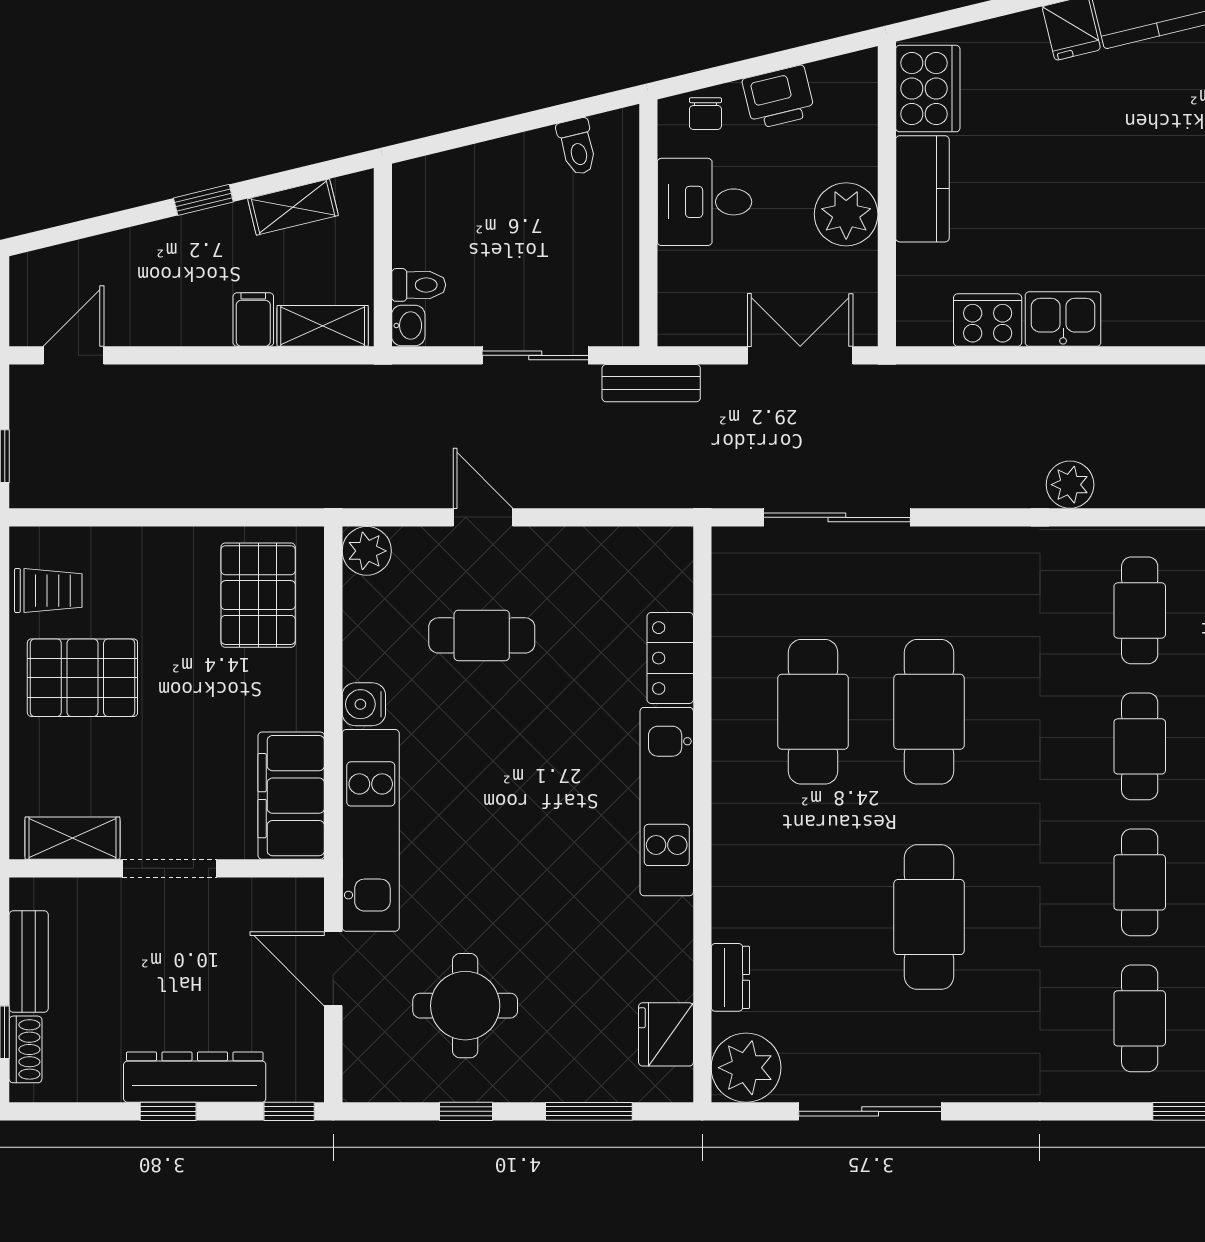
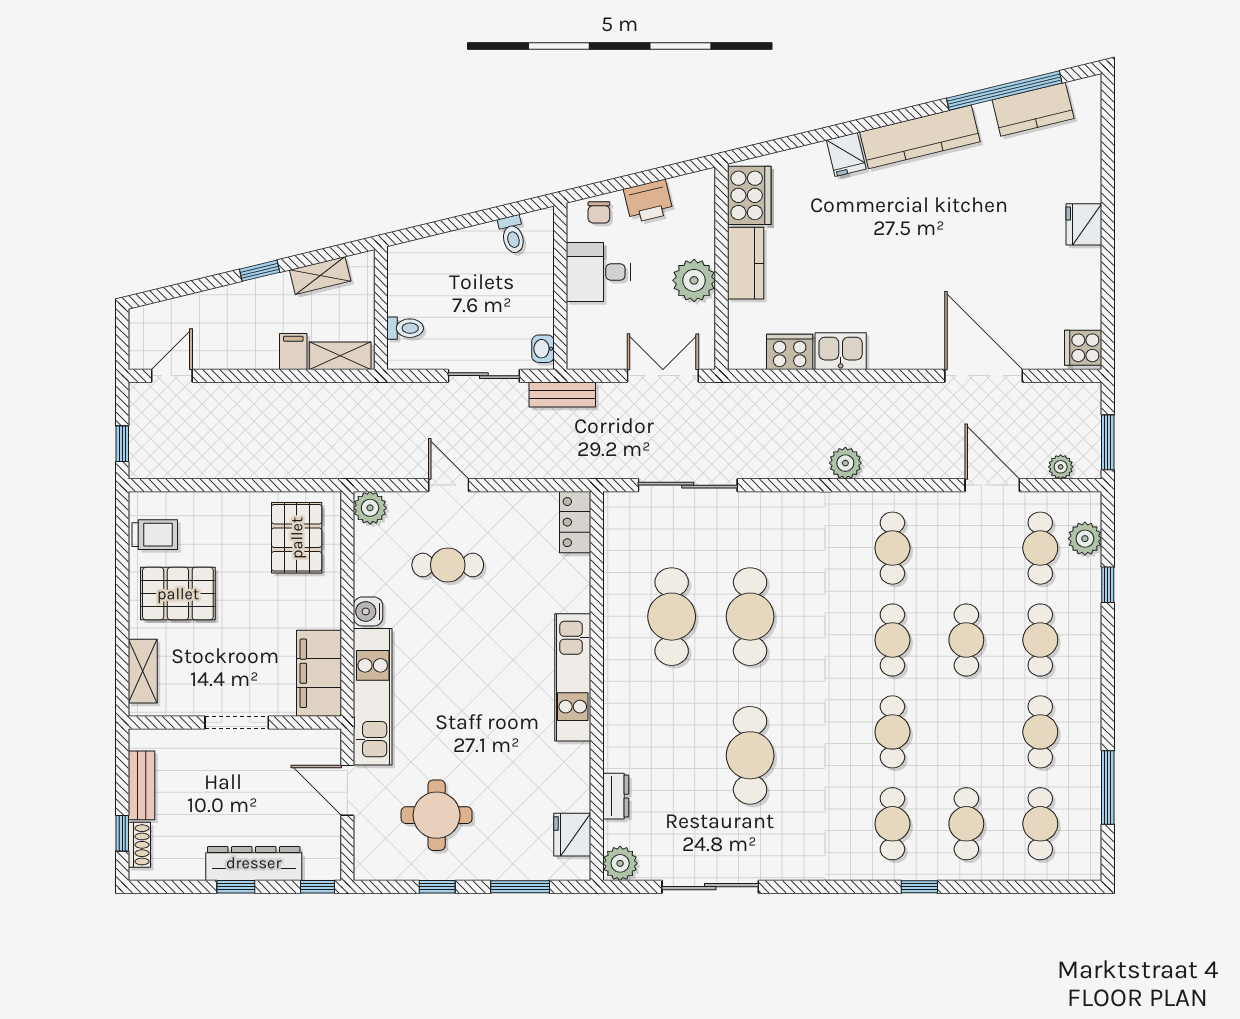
washbasin: (408, 326) -> (543, 349), moved, turned 180
locker: (670, 658) -> (575, 522), moved
shelving: (72, 838) -> (143, 671), moved, turned 90
plant: (746, 1068) -> (620, 863), width x0.73, depth x0.73

